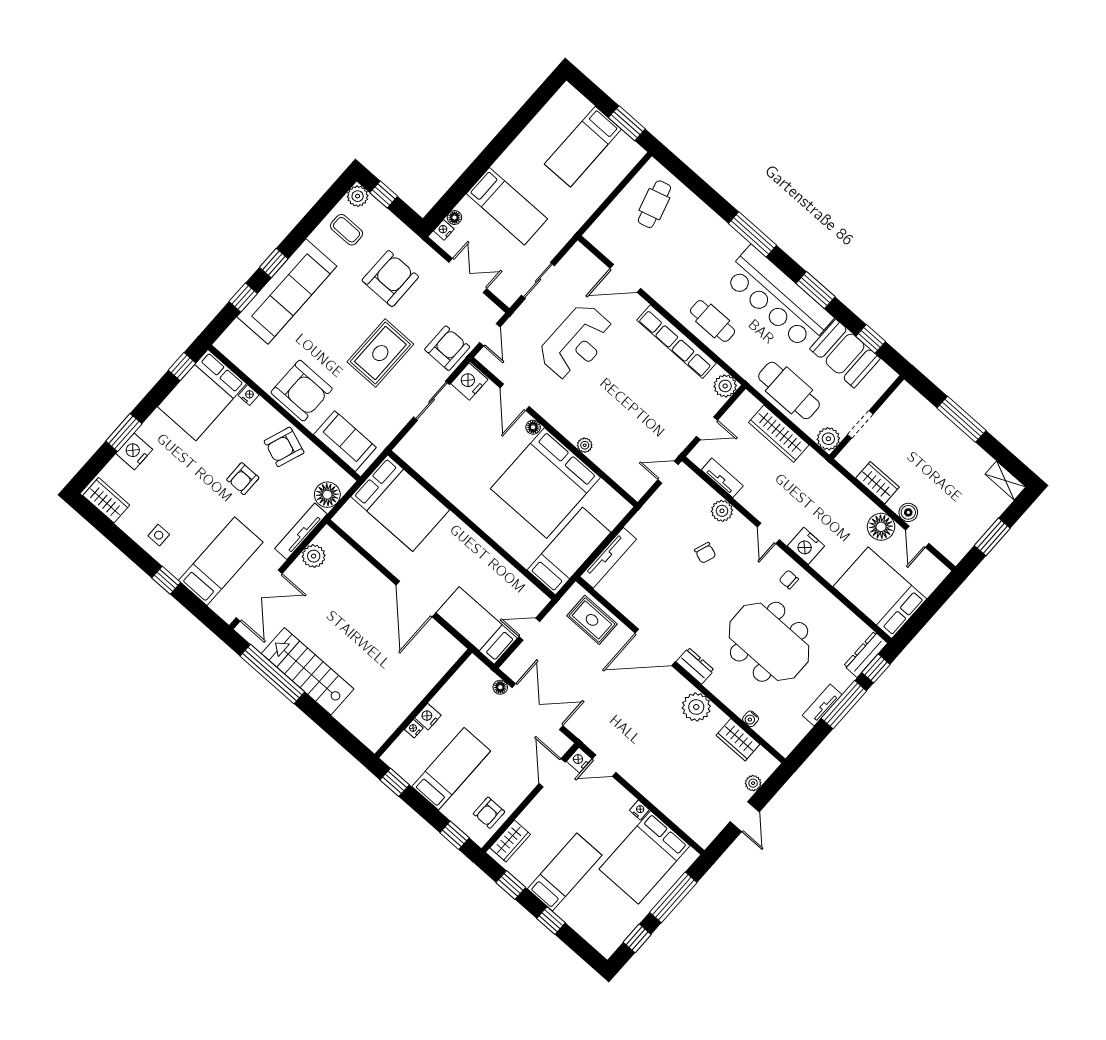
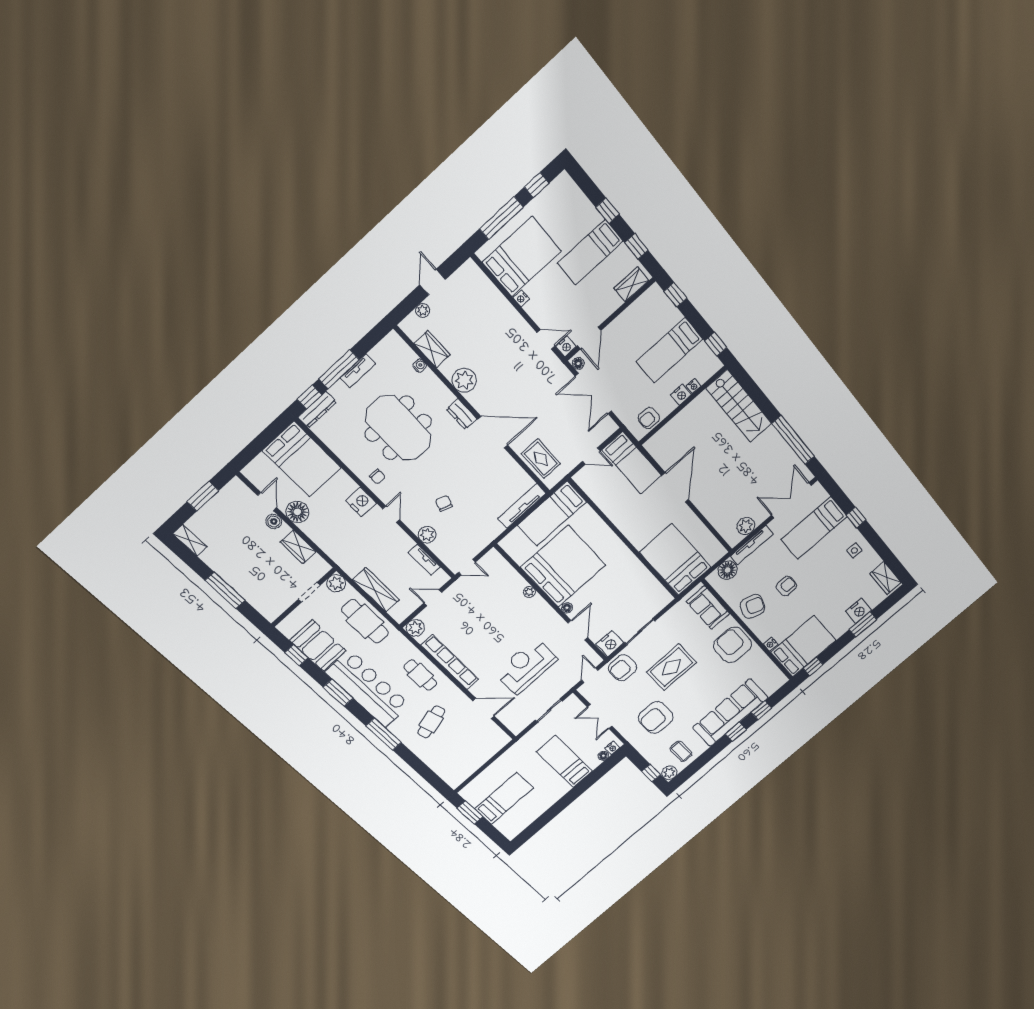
cafe table: (654, 204) -> (431, 722), moved
stairs: (308, 671) -> (739, 406), moved
floor lamp: (500, 687) -> (578, 364), moved
armchair: (489, 813) -> (649, 418), moved, turned 180

